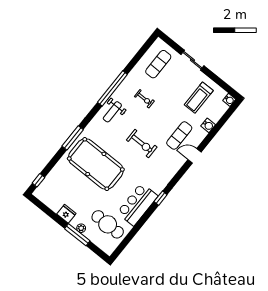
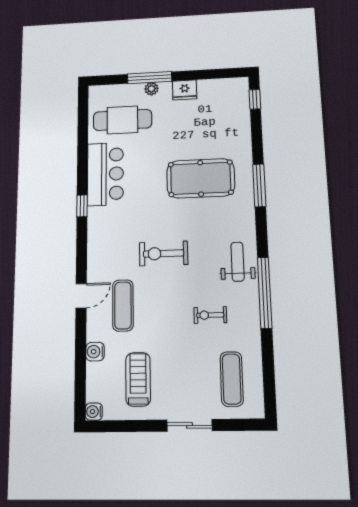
pool table: (96, 164) -> (201, 178), width x0.73, depth x0.76

